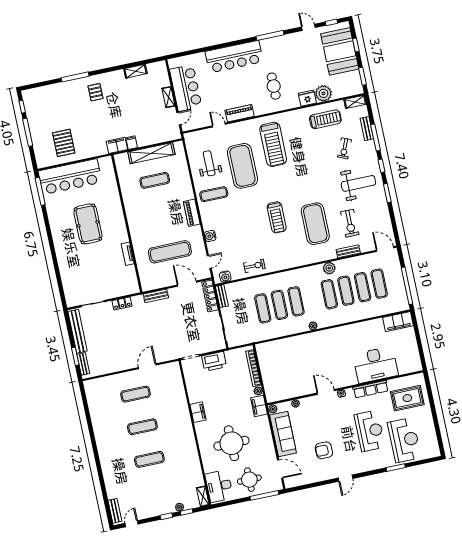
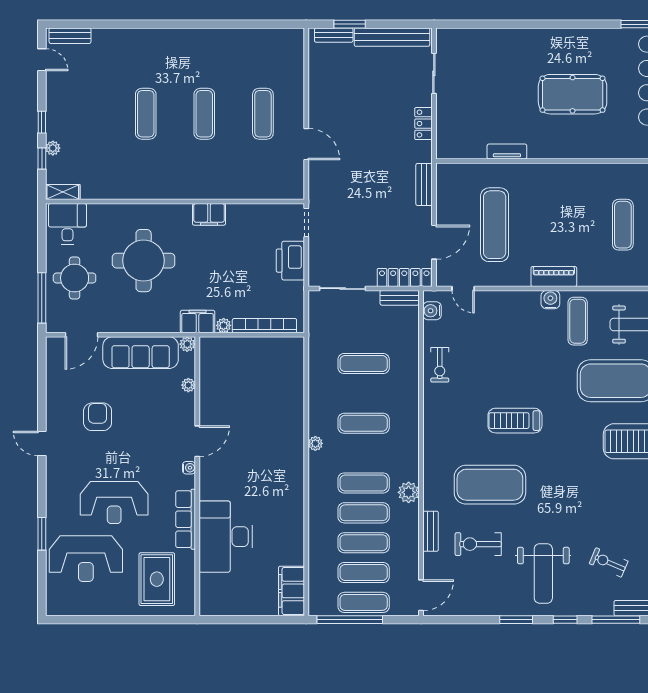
water cooler: (210, 236) -> (550, 300), moved
exercise mat: (279, 305) -> (364, 602), moved
desk: (219, 486) -> (67, 224), width x0.73

